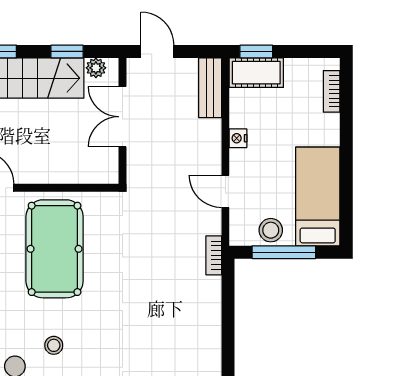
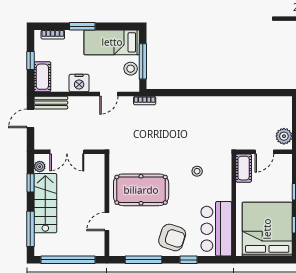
door: (157, 51) -> (30, 118), moved
window: (256, 51) -> (30, 61), moved
nightstand: (238, 138) -> (79, 83), width x1.89, depth x1.79
window: (346, 144) -> (82, 26), added
stool: (54, 345) -> (197, 171), moved

